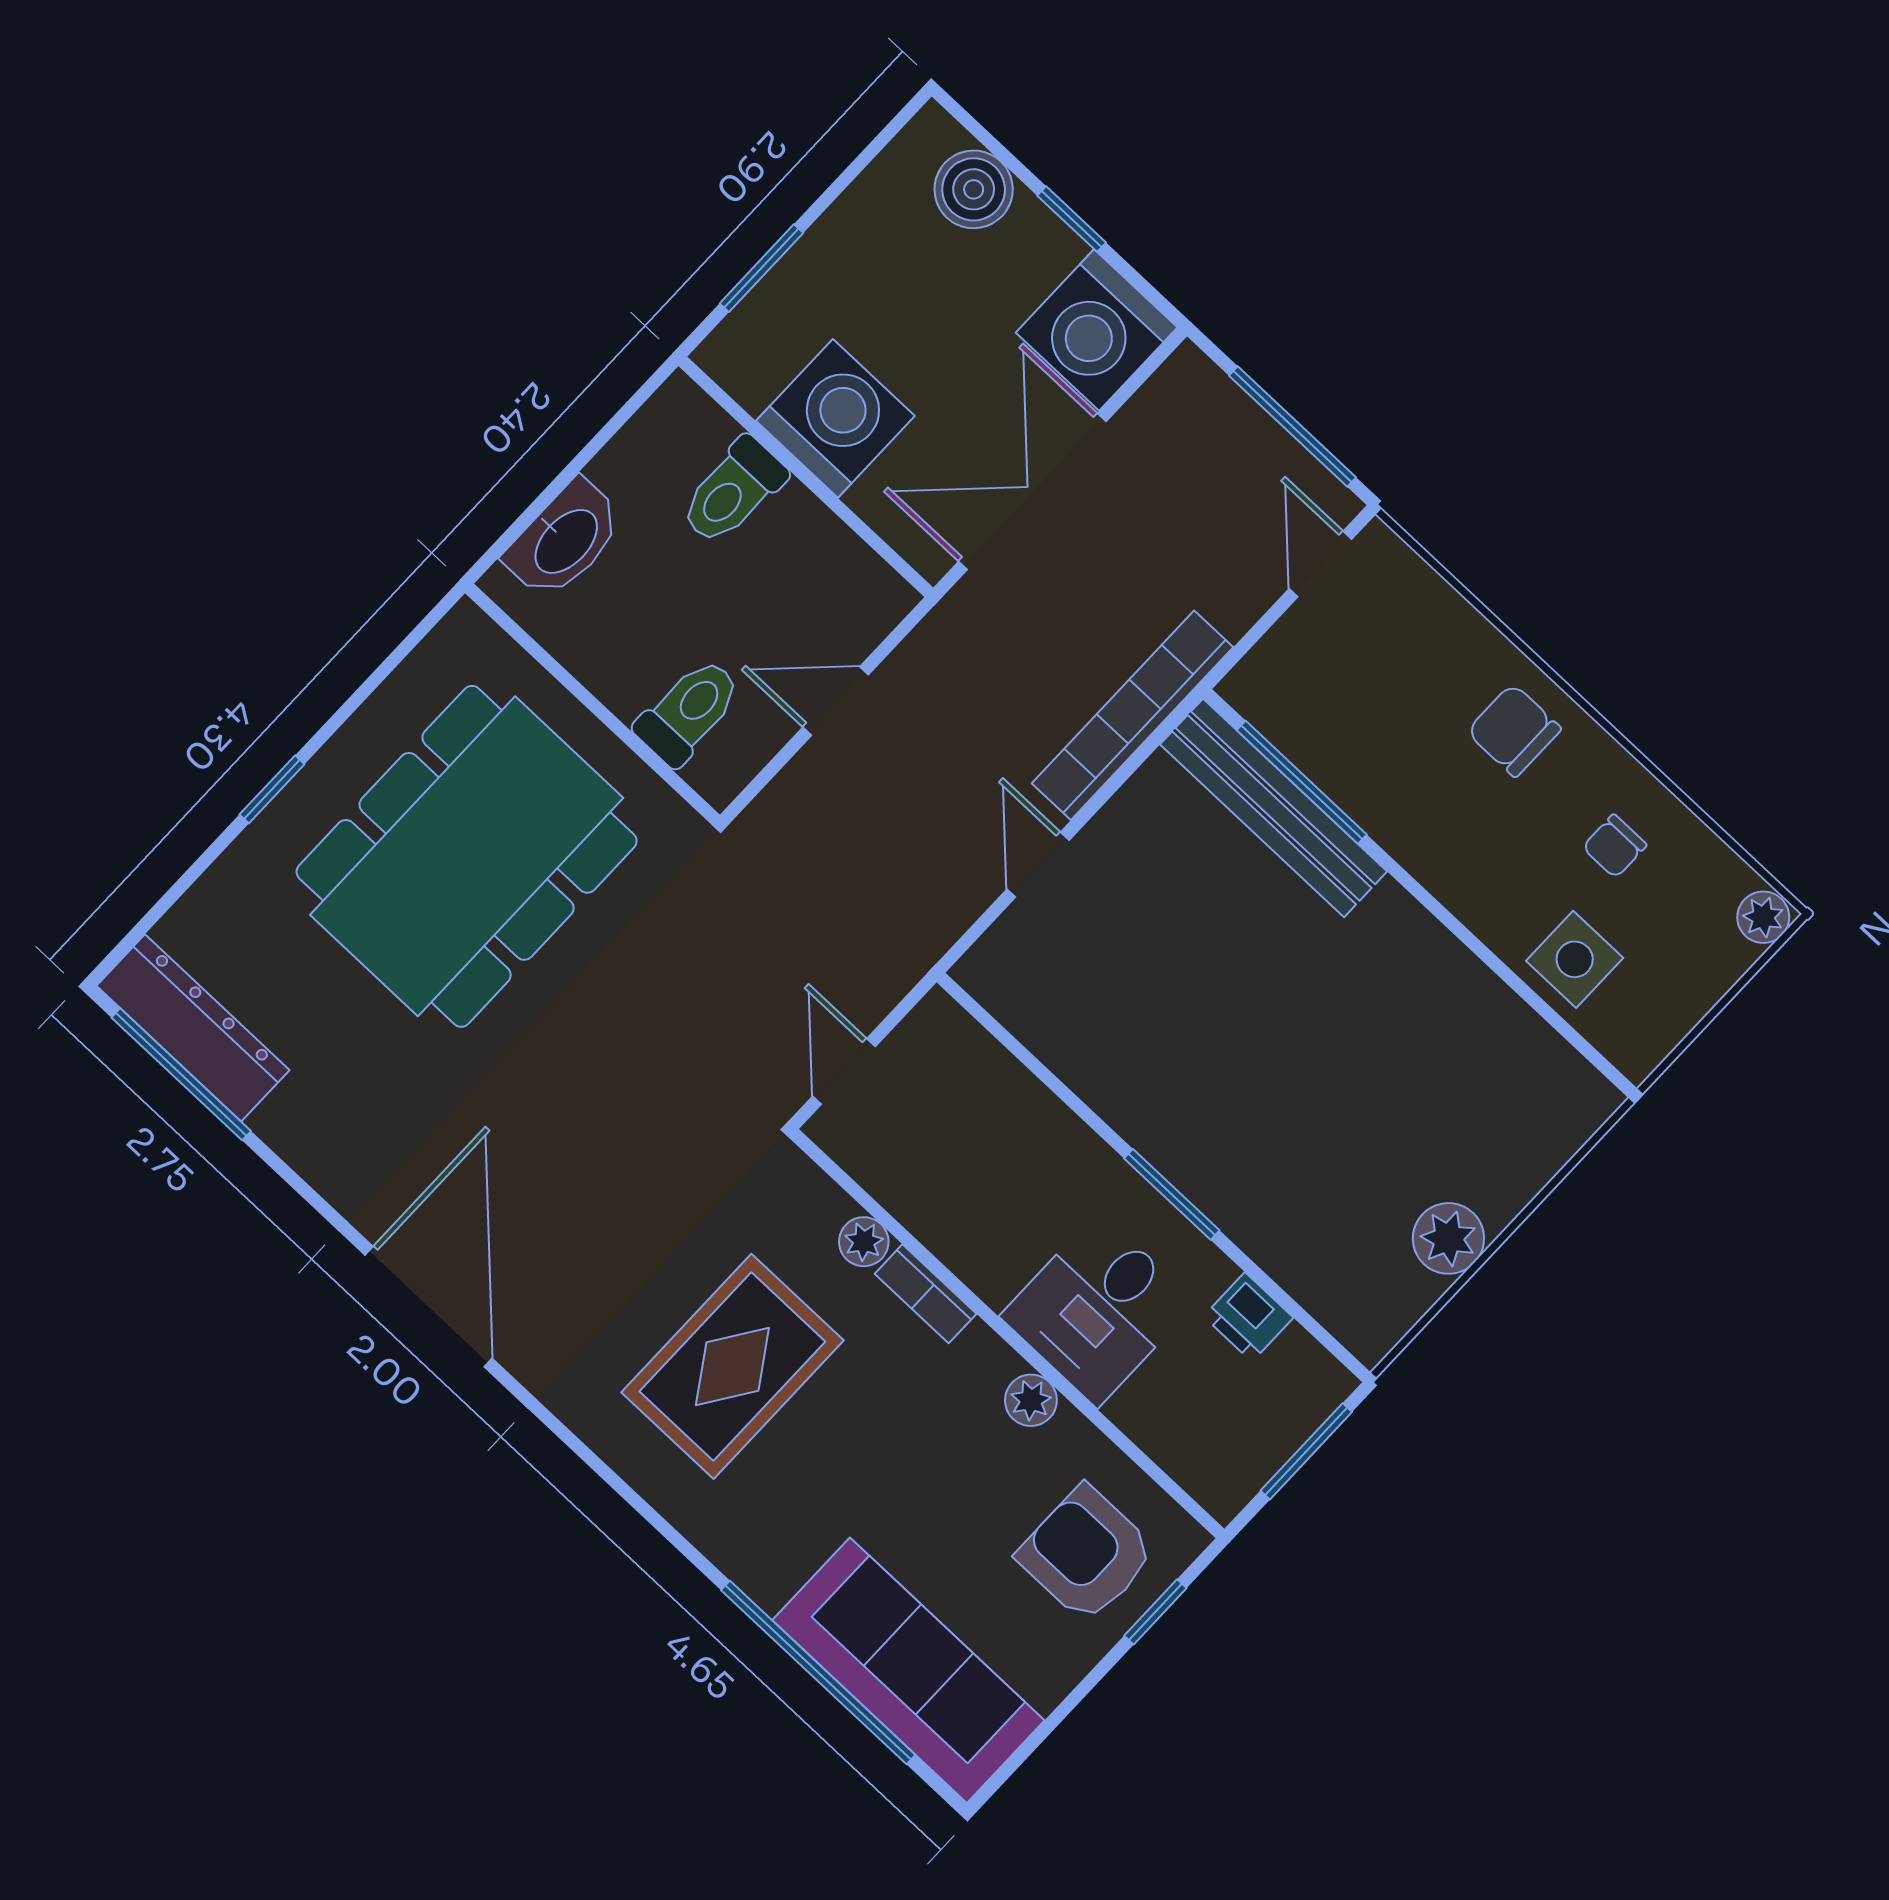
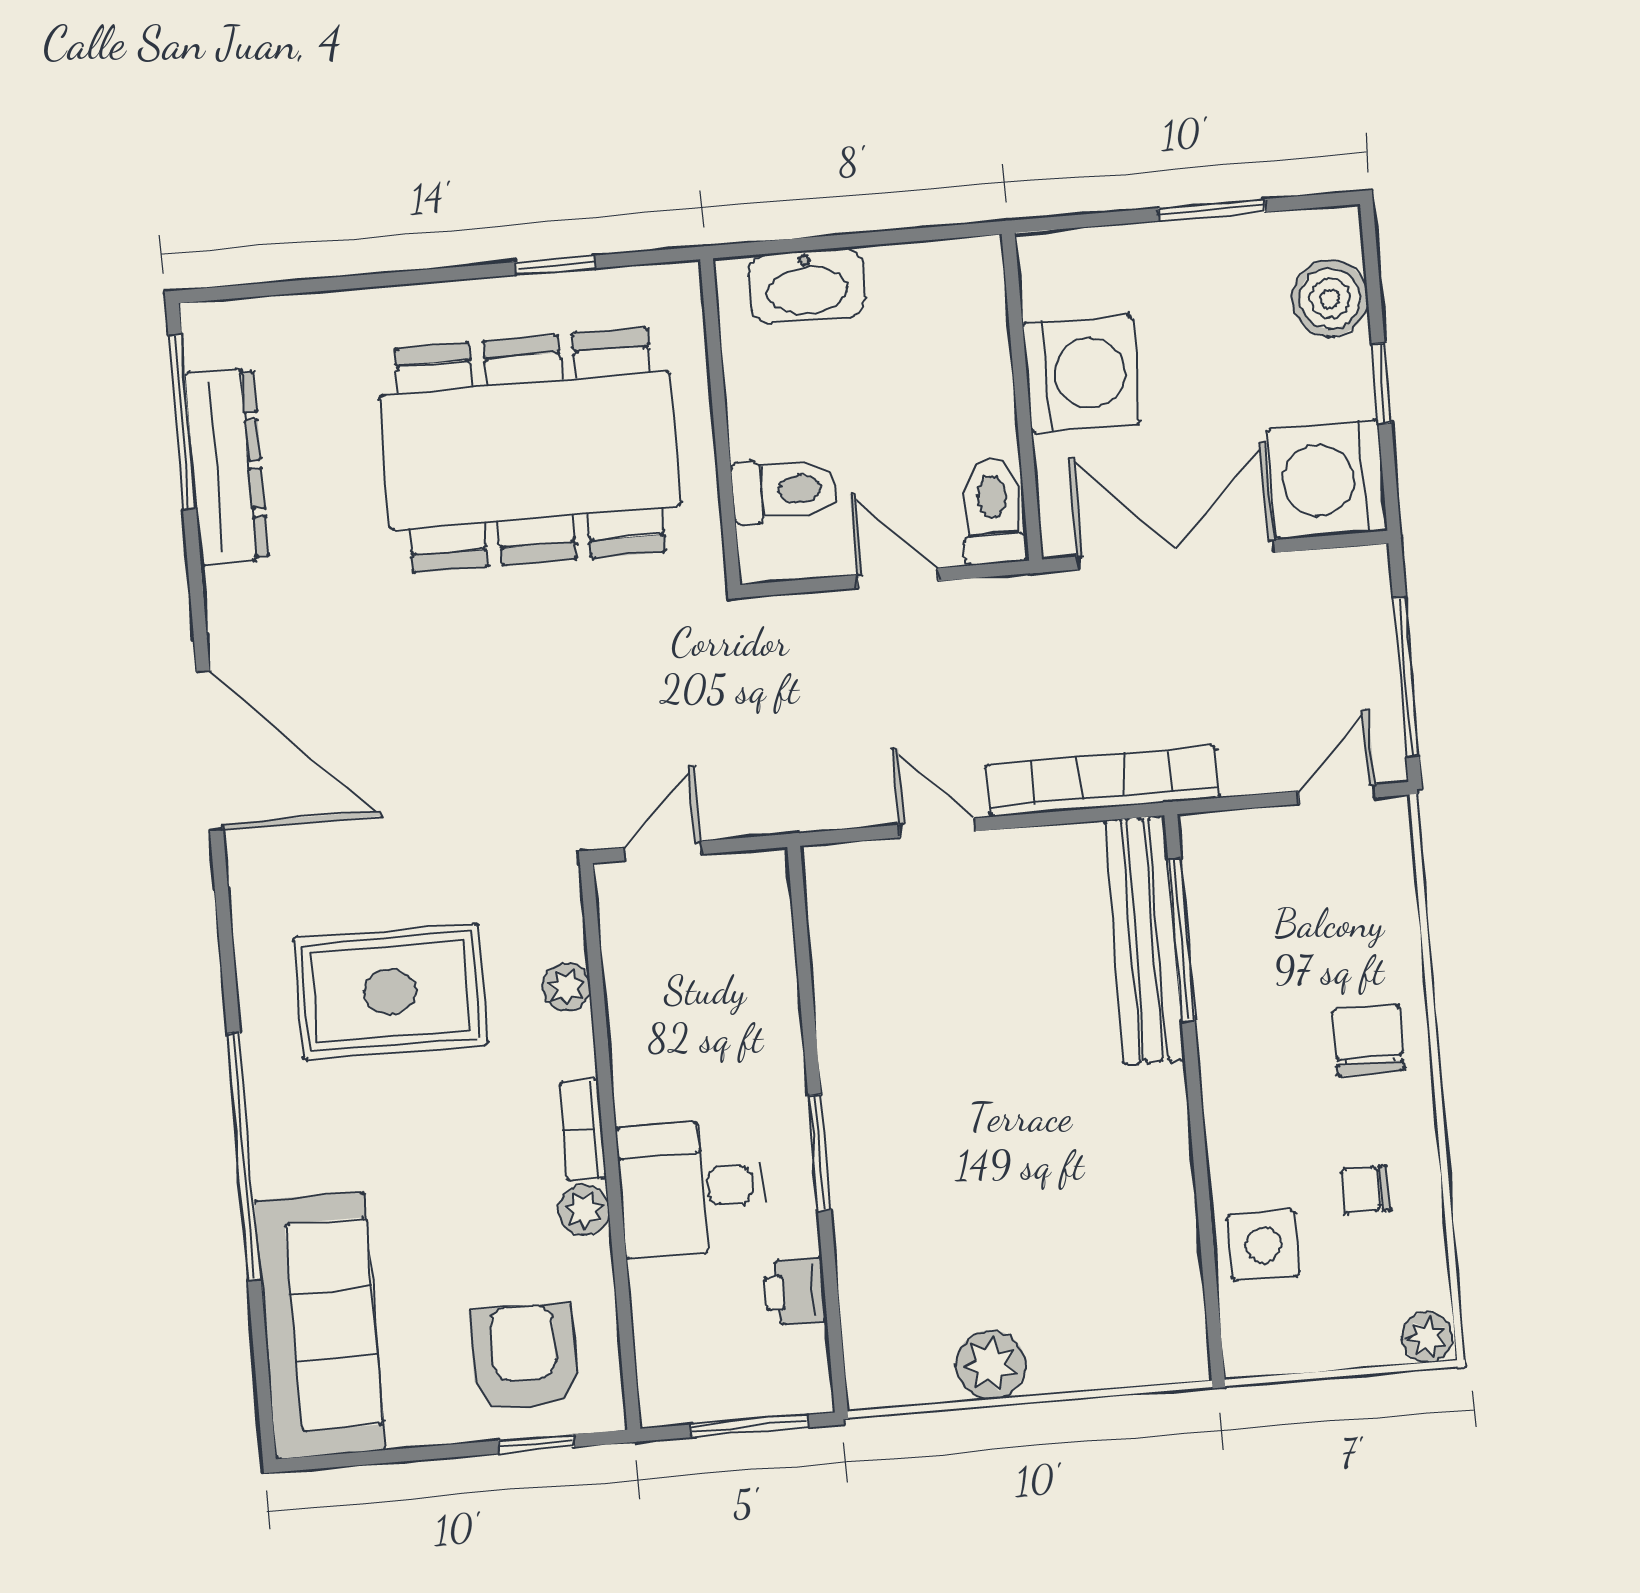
window: (761, 268) -> (1212, 210), moved
toilet: (733, 491) -> (993, 511), moved, turned 90
window: (272, 789) -> (555, 265), moved
door: (1038, 865) -> (937, 828), hinge flipped
dresser: (193, 1028) -> (227, 466), moved
bookcase: (926, 1294) -> (583, 1130), moved
door: (429, 1307) -> (210, 751), hinge flipped
window: (818, 1672) -> (244, 1157), moved

